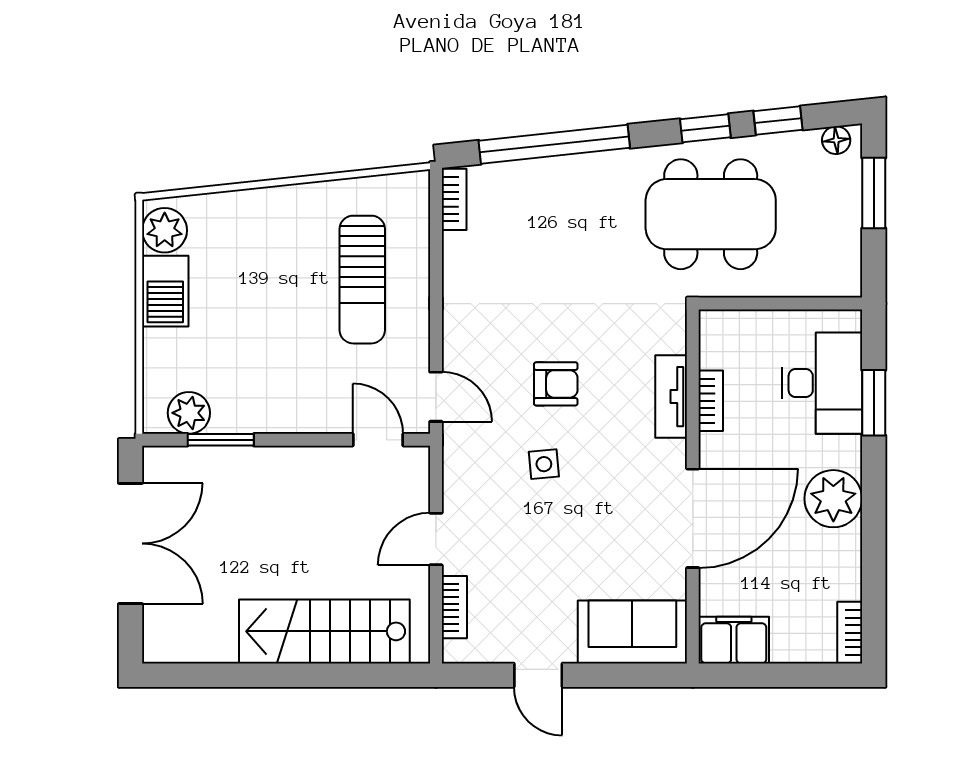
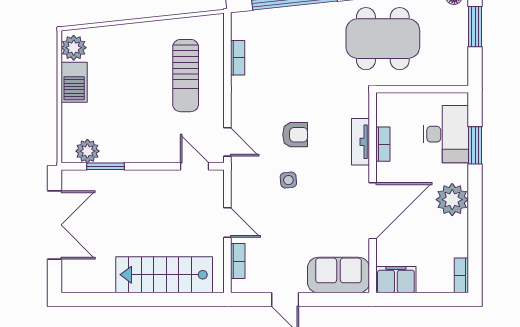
bookcase: (454, 199) -> (238, 58), moved
door: (436, 539) -> (227, 222), swing flipped

